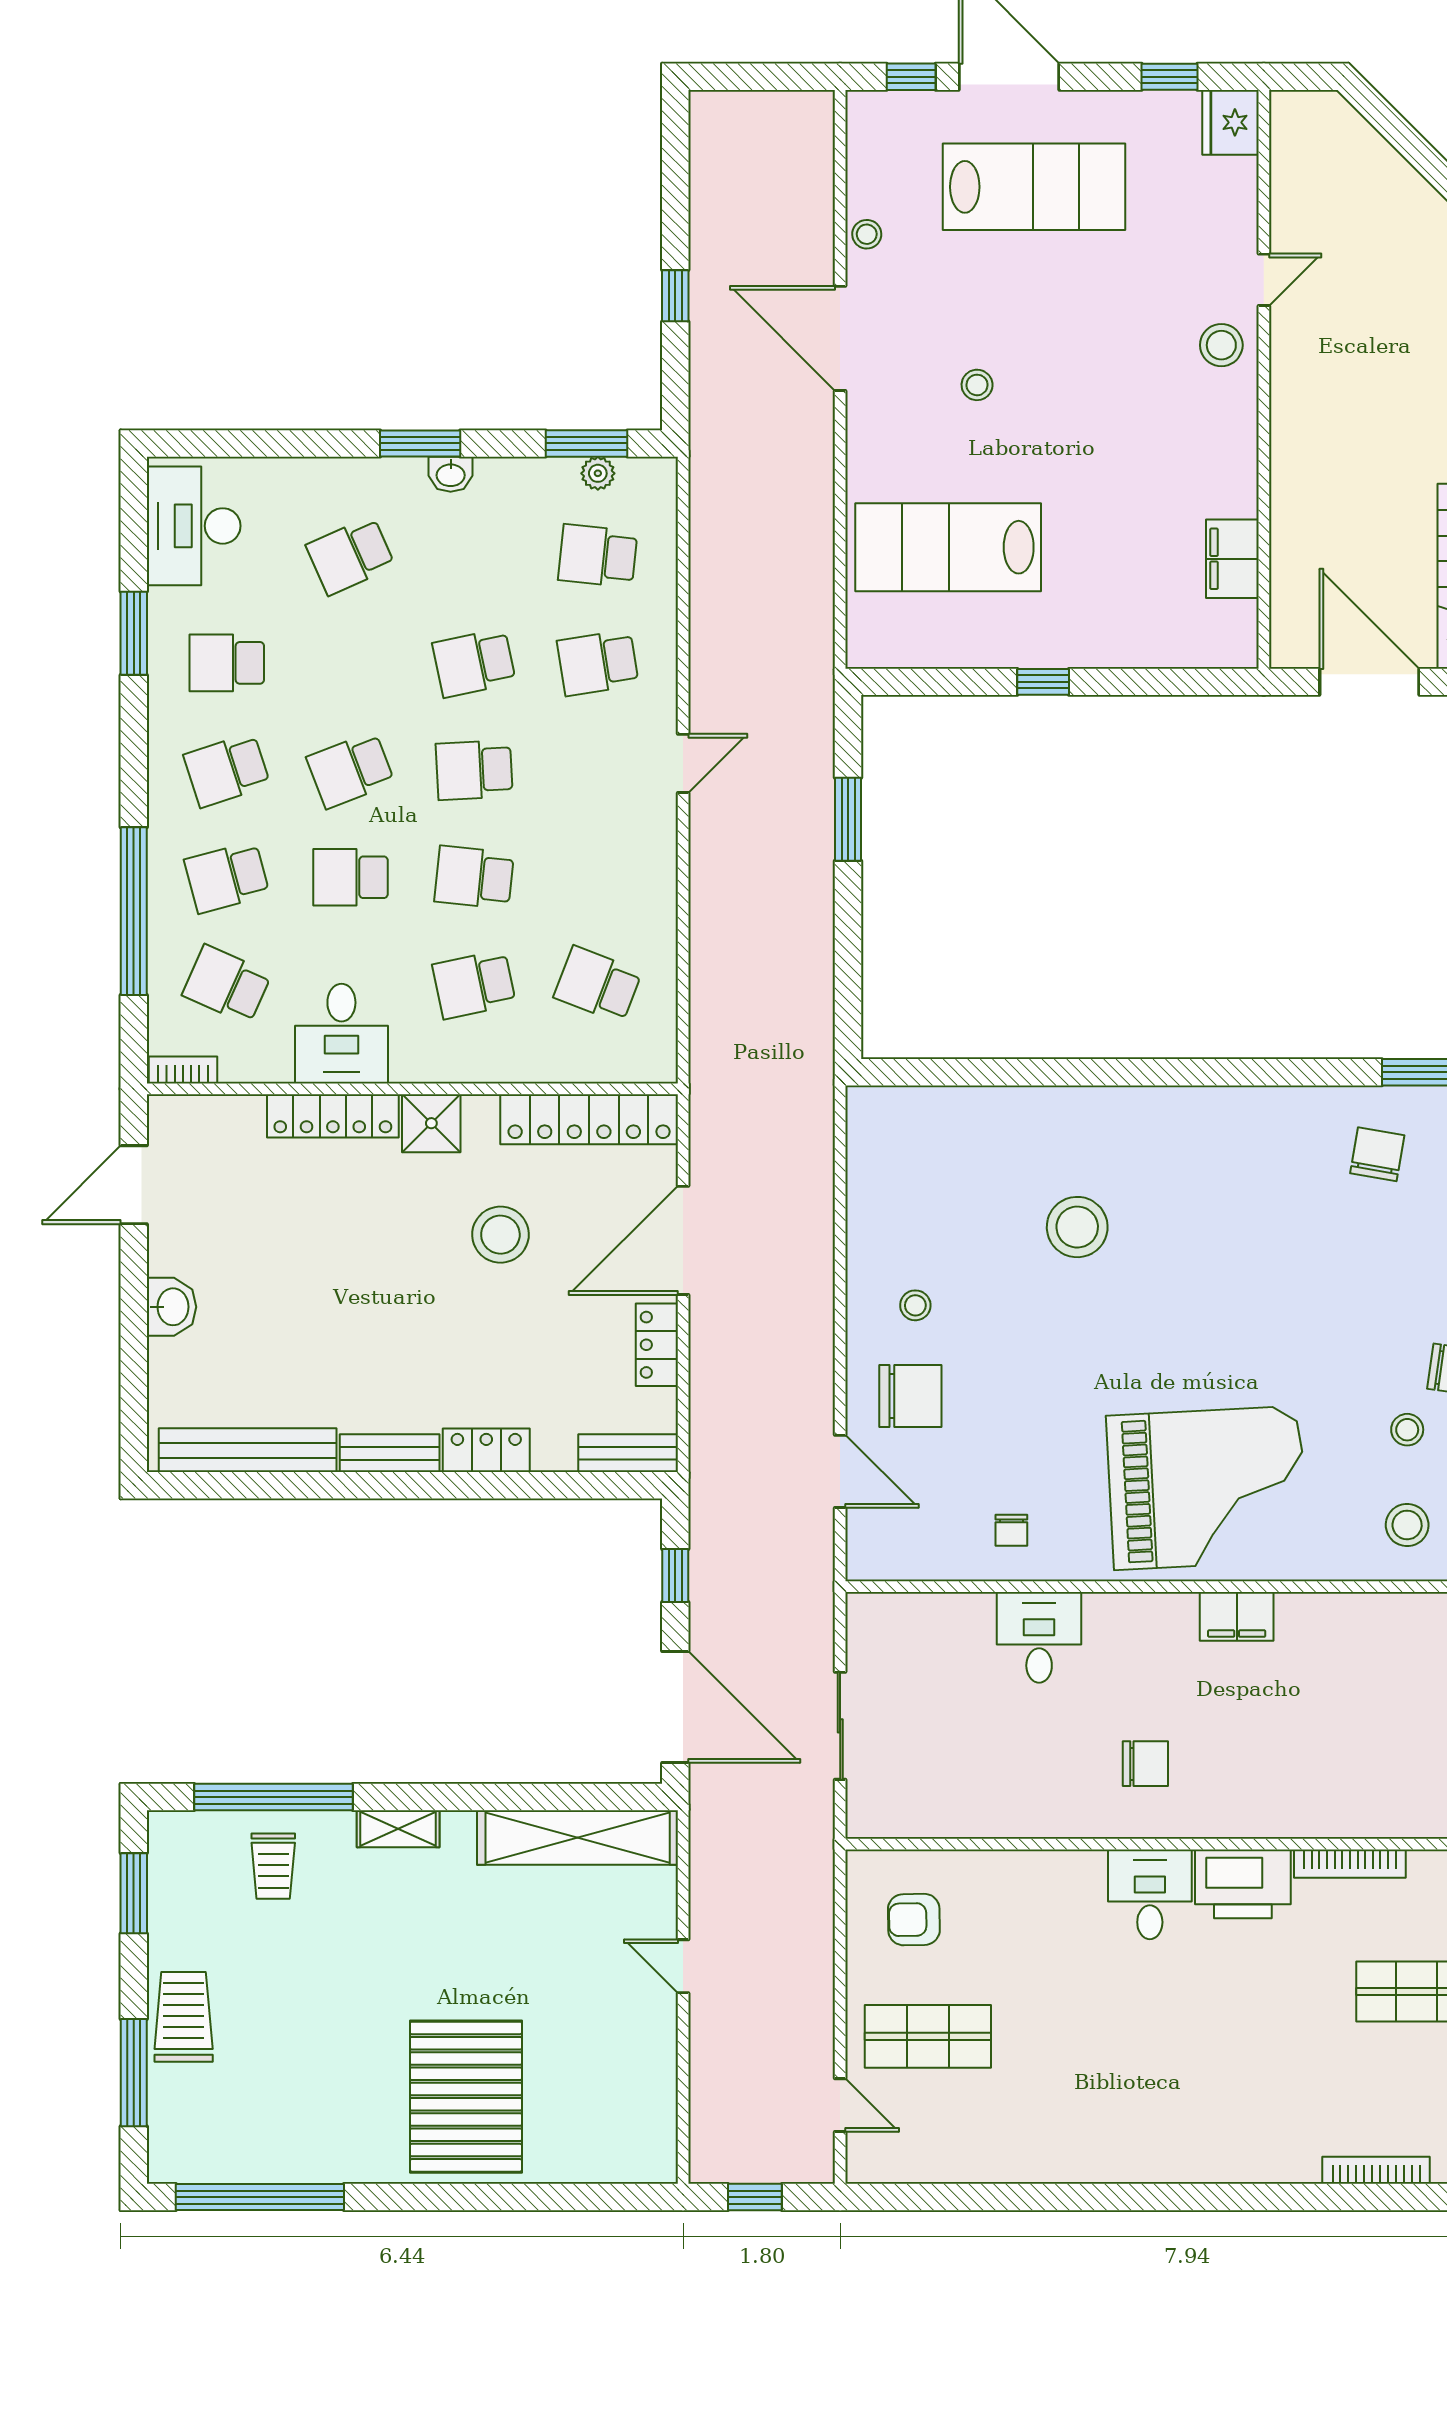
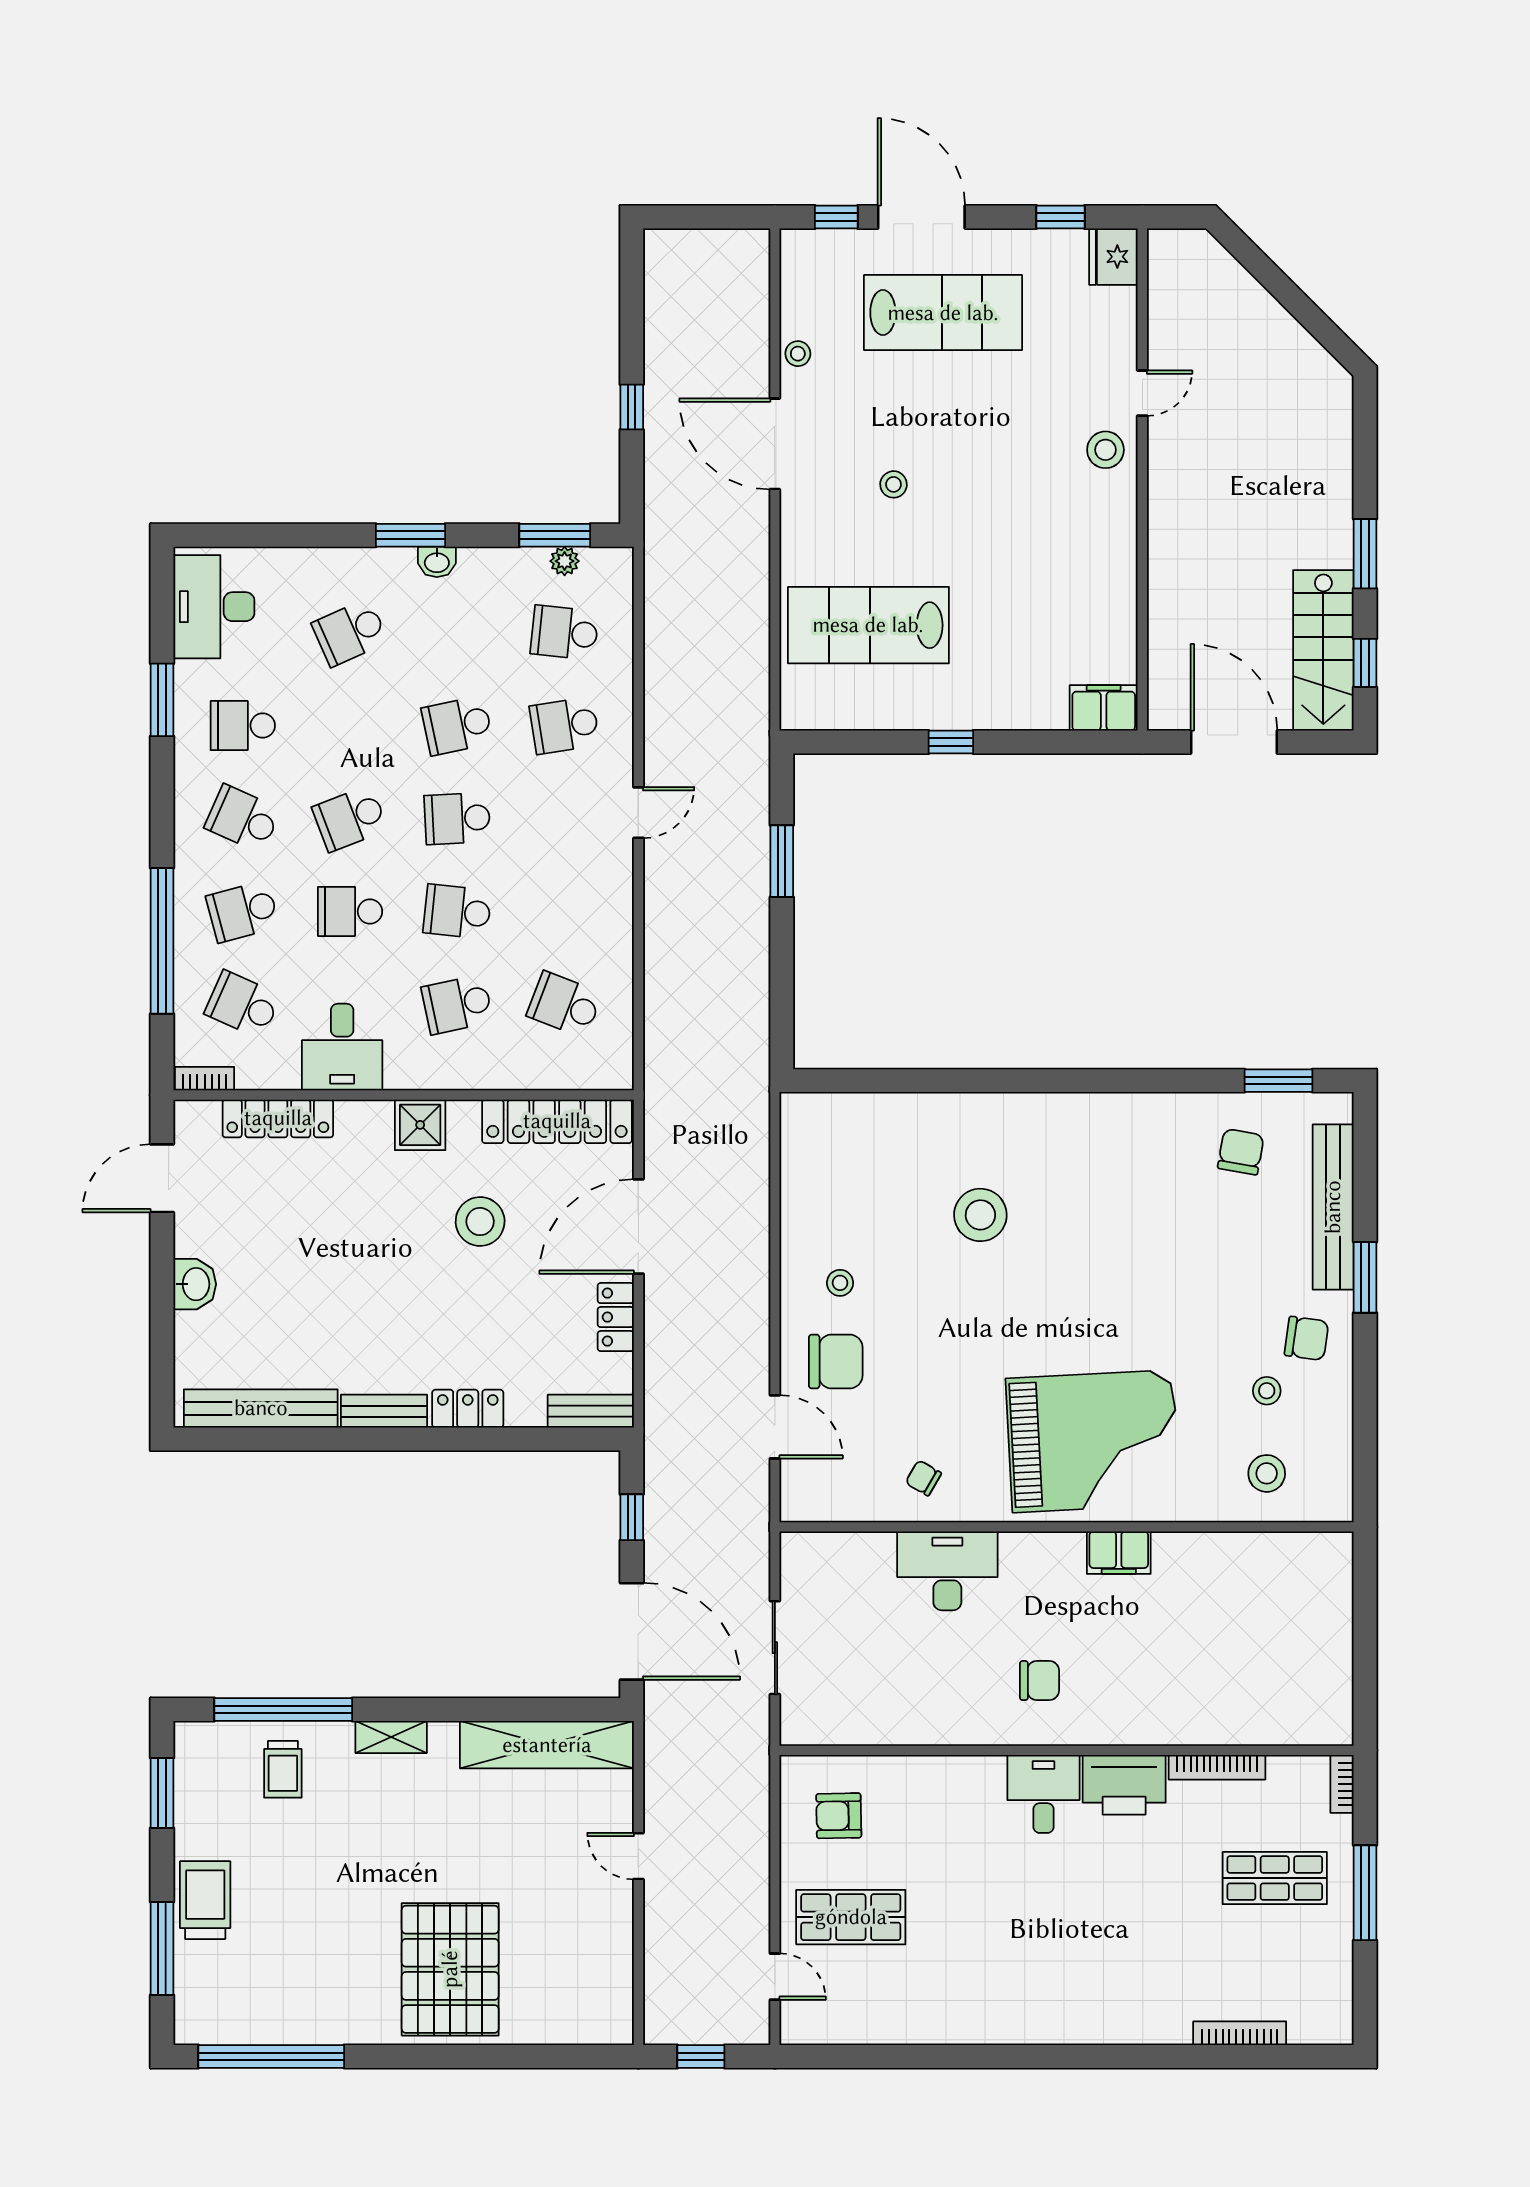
filing cabinet: (1232, 559) -> (1104, 708), moved, turned 90
school desk: (227, 770) -> (243, 818), turned 42
locker: (333, 1116) -> (278, 1118), moved
chair: (1011, 1530) -> (923, 1478), turned 120
desk: (1039, 1637) -> (947, 1571), width x1.37

